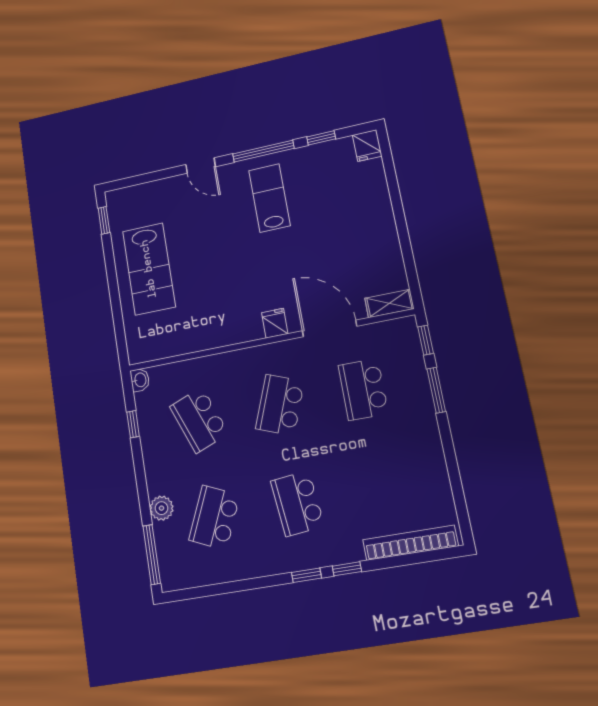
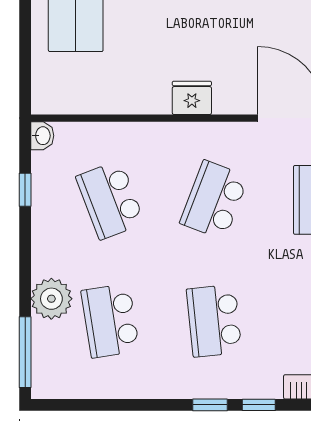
fridge: (275, 323) -> (192, 98), moved, width x1.38
plant: (161, 508) -> (51, 299), width x1.36, depth x1.36
school desk: (214, 518) -> (110, 321), turned -33

